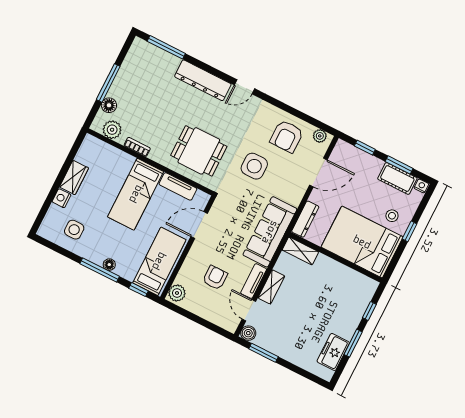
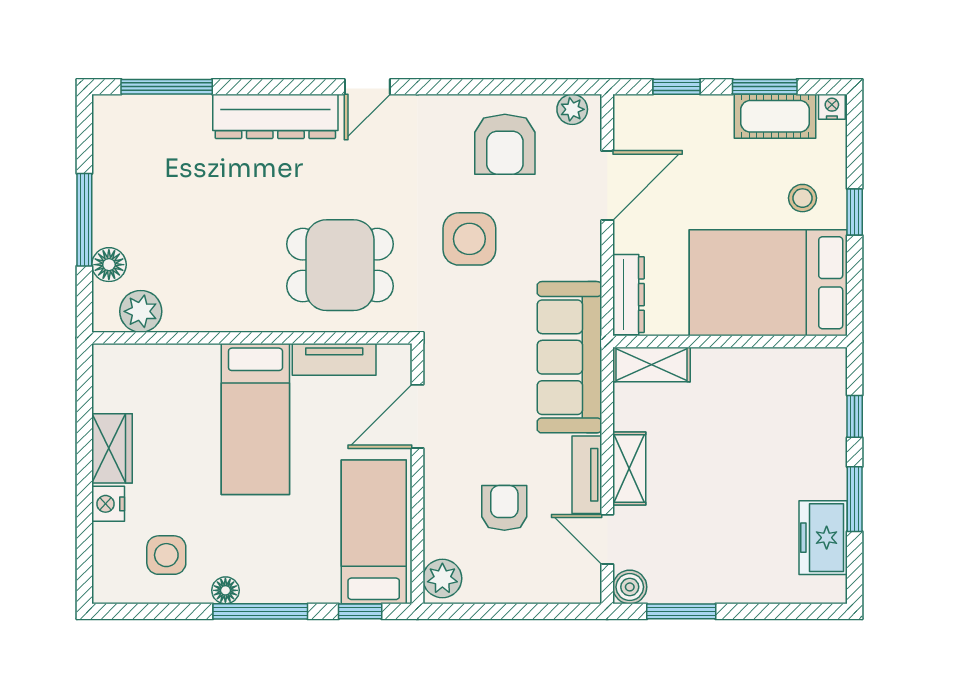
bookcase: (137, 147) -> (210, 321), removed
floor lamp: (109, 265) -> (225, 590), moved

